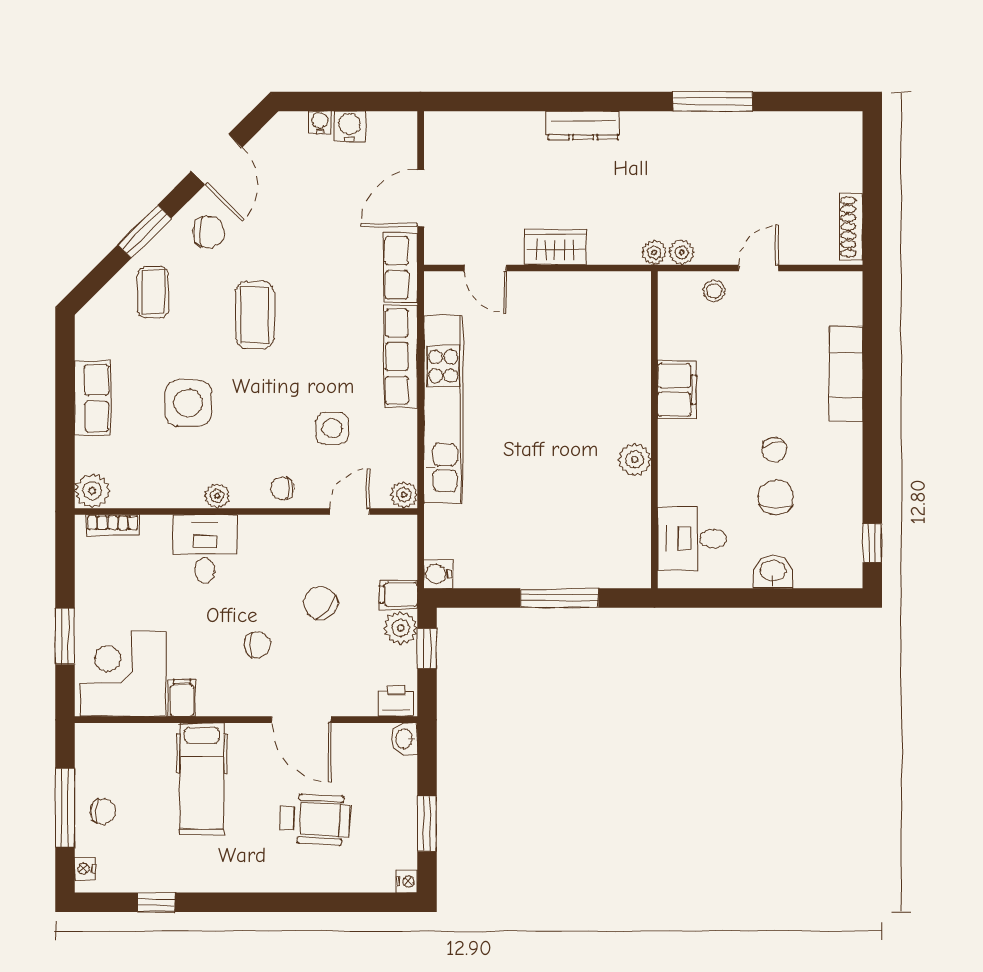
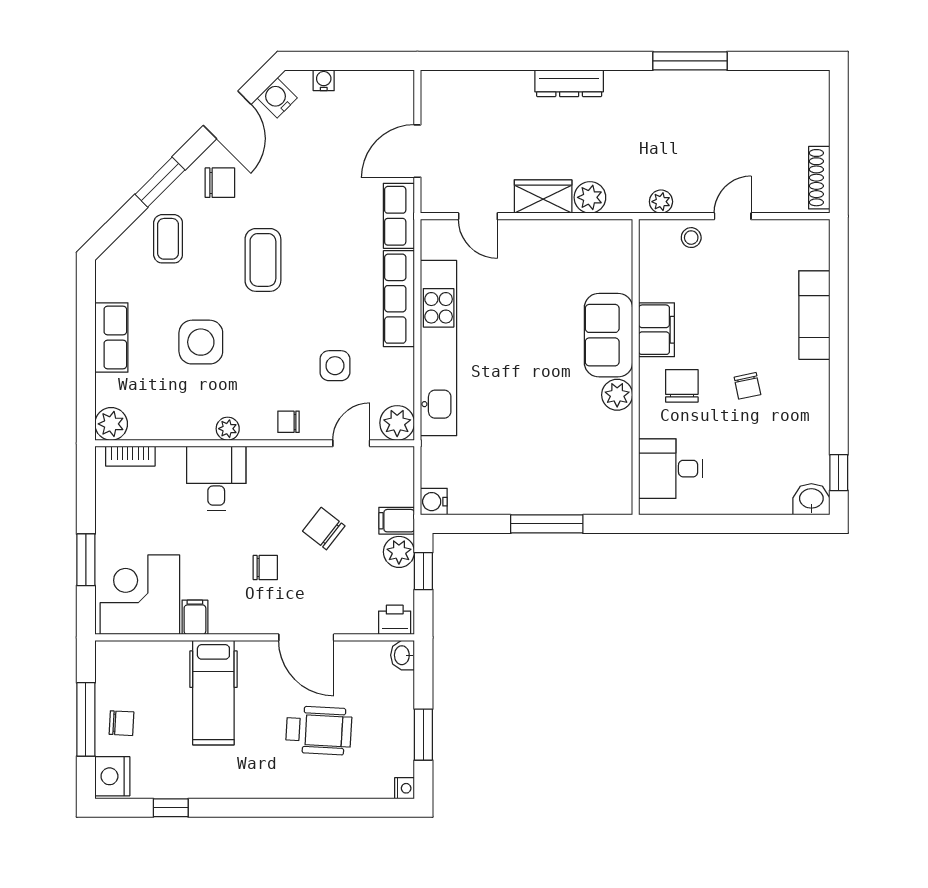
water cooler: (349, 126) -> (277, 98), moved, turned -45
plant: (654, 252) -> (590, 197), moved, width x1.38, depth x1.38
sofa: (625, 396) -> (608, 335), added
plant: (404, 495) -> (397, 423), width x1.38, depth x1.38
chair: (776, 497) -> (682, 386), moved
washbasin: (773, 572) -> (811, 499), moved
nightstand: (85, 868) -> (112, 776), width x1.89, depth x1.79

